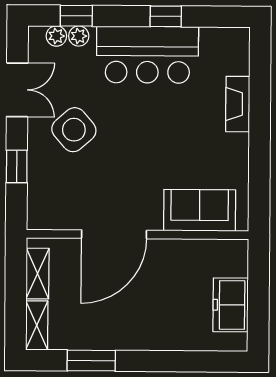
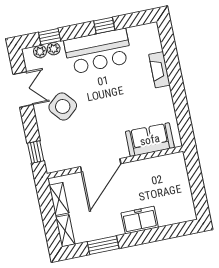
window: (17, 166) -> (36, 152), moved
freezer: (231, 305) -> (140, 220), moved, turned 90

